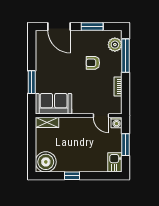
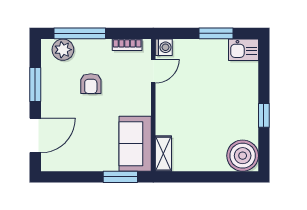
sofa: (54, 104) -> (135, 144), moved
wall: (79, 116) -> (153, 105), moved
door: (101, 116) -> (153, 71), moved
shelving: (47, 122) -> (163, 154), moved
washing machine: (116, 123) -> (164, 47), moved

